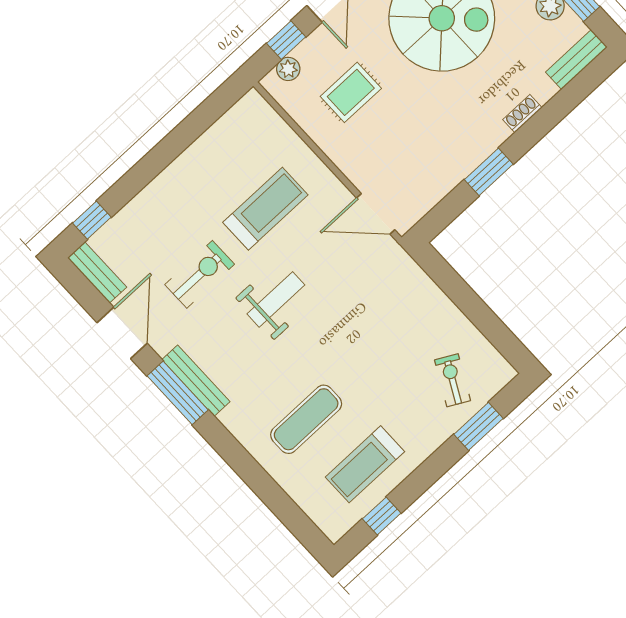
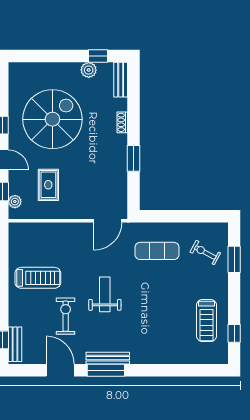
treadmill: (265, 209) -> (38, 278), moved, turned 90
bench: (97, 272) -> (15, 344), moved, turned 90
exercise mat: (306, 419) -> (157, 251), moved, turned 90

